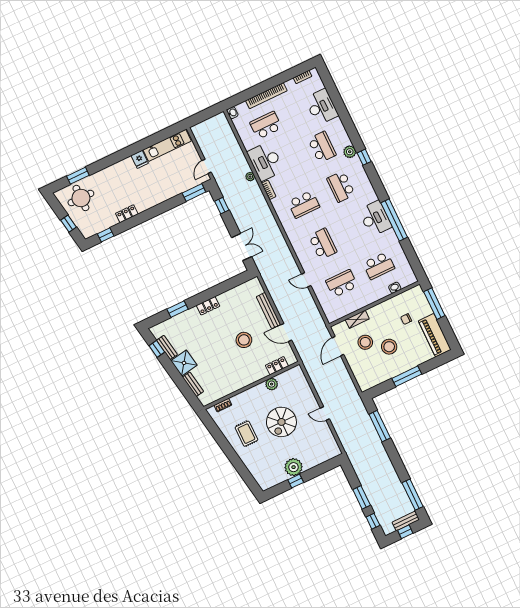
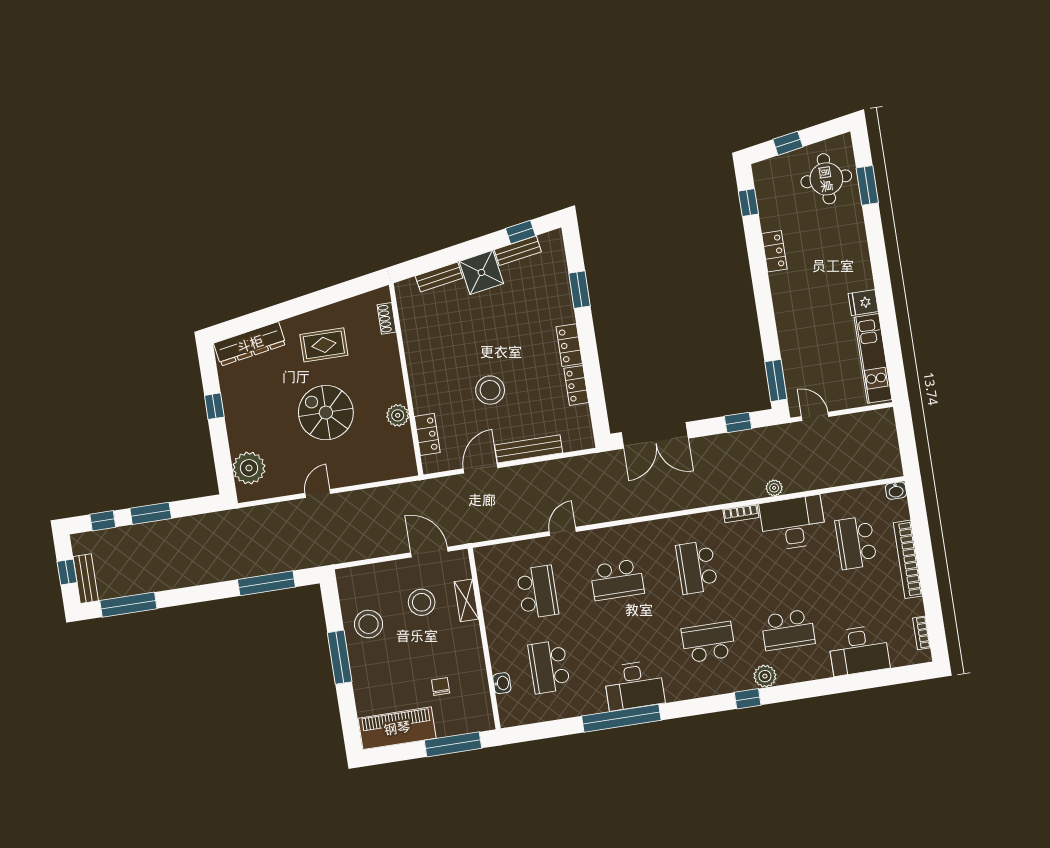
school desk: (266, 125) -> (856, 543), turned 180
double door: (242, 247) -> (655, 435), width x1.37
locker: (228, 296) -> (576, 385), added
stool: (389, 347) -> (369, 624), moved
plant: (294, 467) -> (249, 468), moved
dresser: (258, 472) -> (250, 344), added

